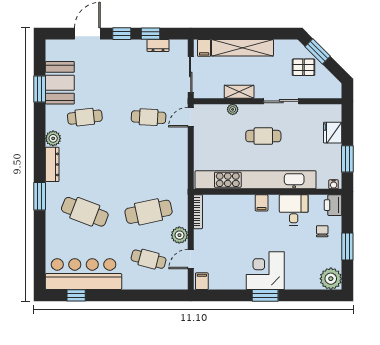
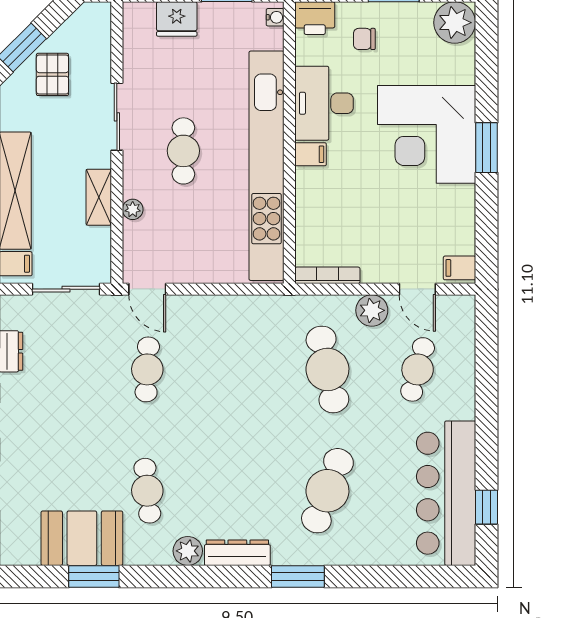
desk: (294, 210) -> (324, 103), width x1.37
corner desk: (265, 271) -> (427, 134), width x1.36, depth x1.36

